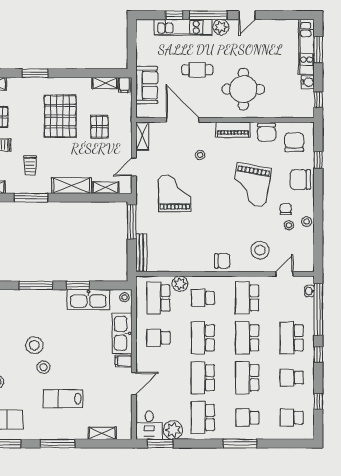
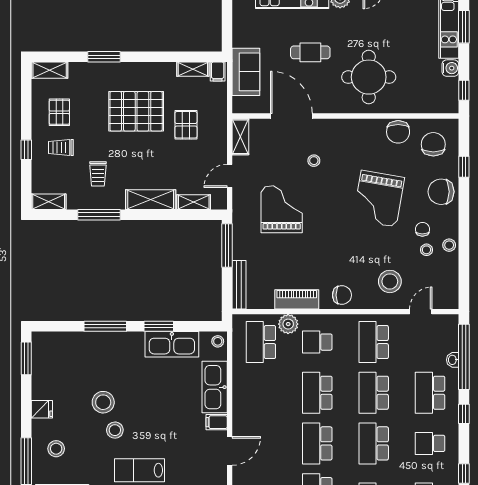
pallet: (60, 116) -> (136, 111), turned 90
piano: (233, 130) -> (297, 299), moved, turned 180
washbasin: (309, 291) -> (453, 360), moved
school desk: (158, 338) -> (261, 393), removed

